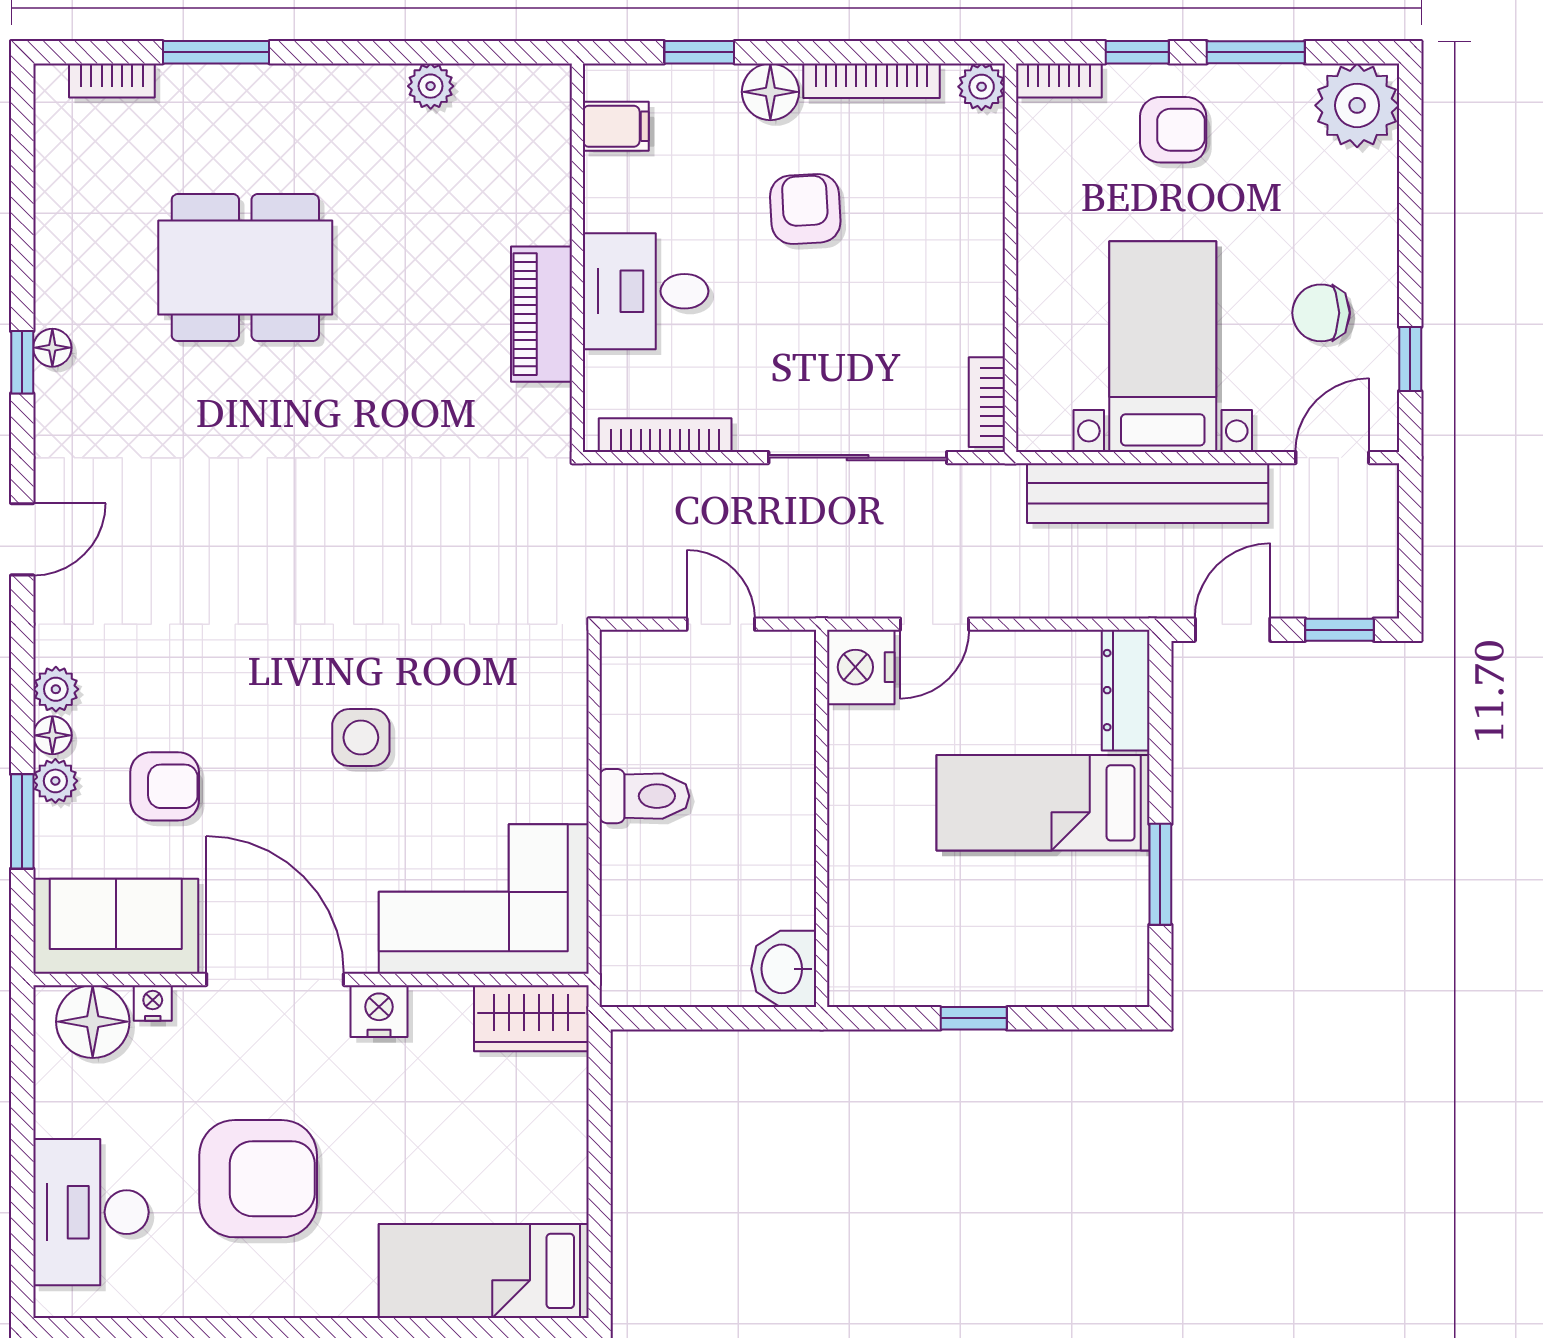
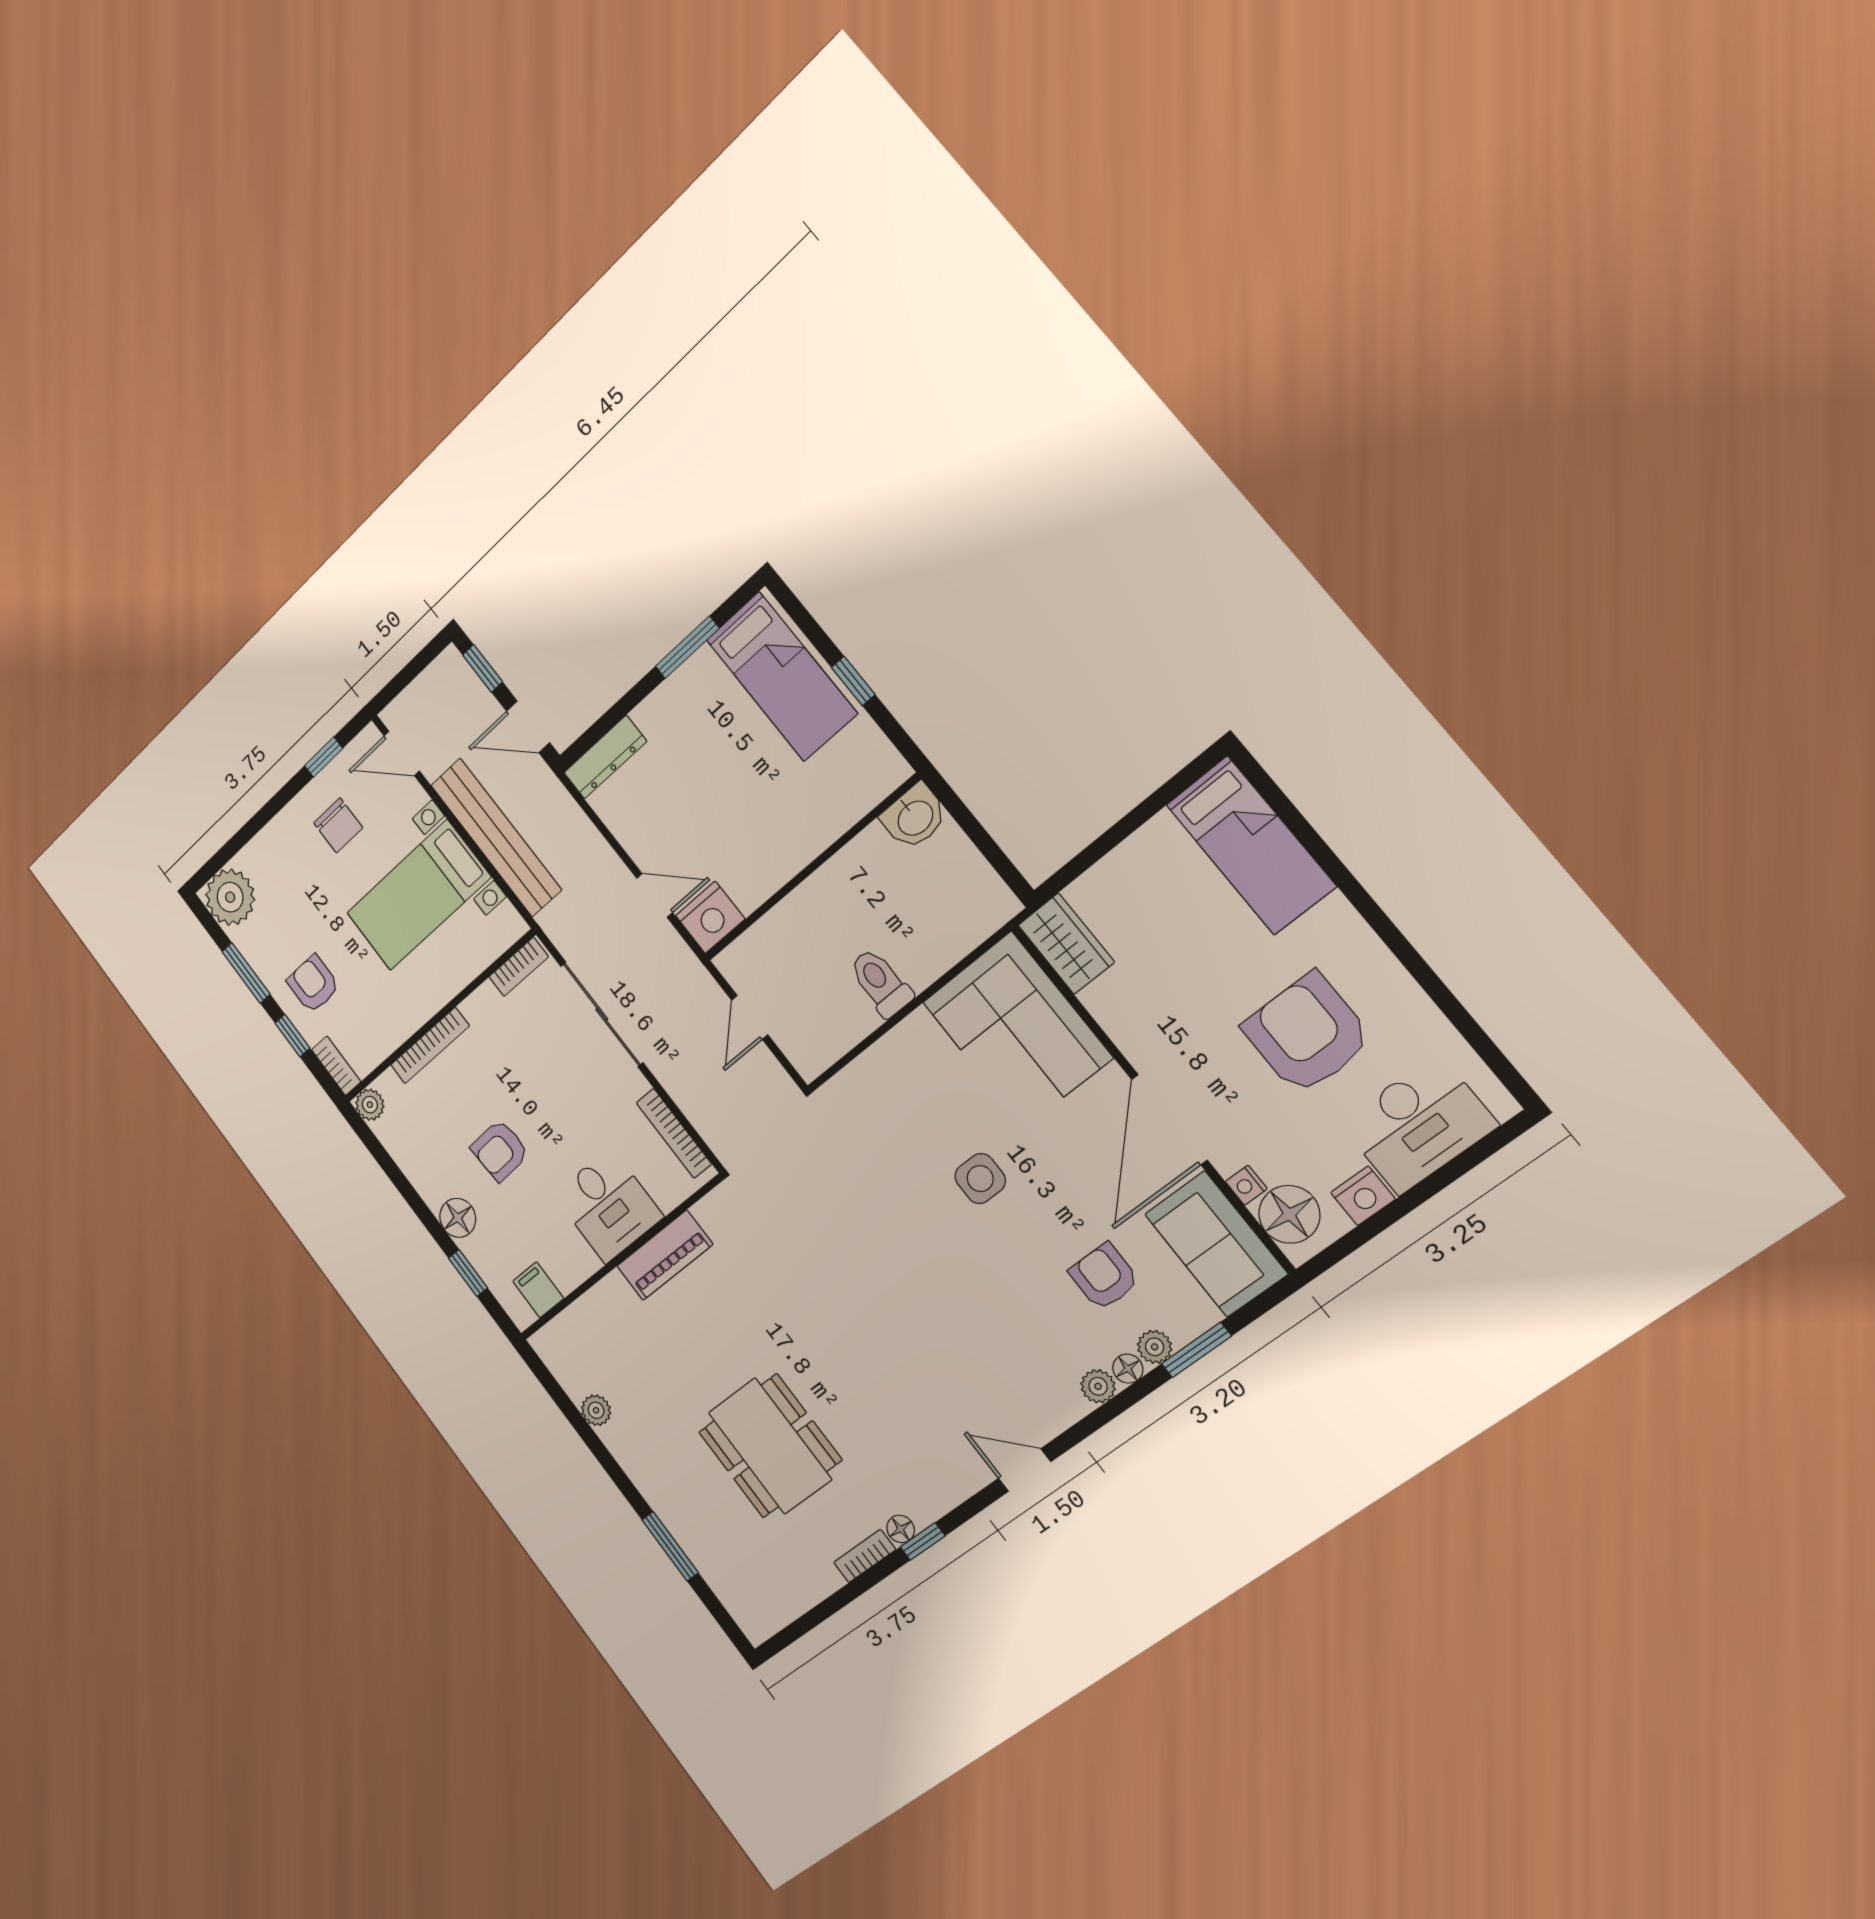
bookcase: (112, 80) -> (865, 1556), moved, turned -90
bookcase: (871, 81) -> (430, 1046), moved, turned 90
bed: (1043, 803) -> (782, 677), moved
nightstand: (379, 1011) -> (1363, 1196), moved, turned -90

